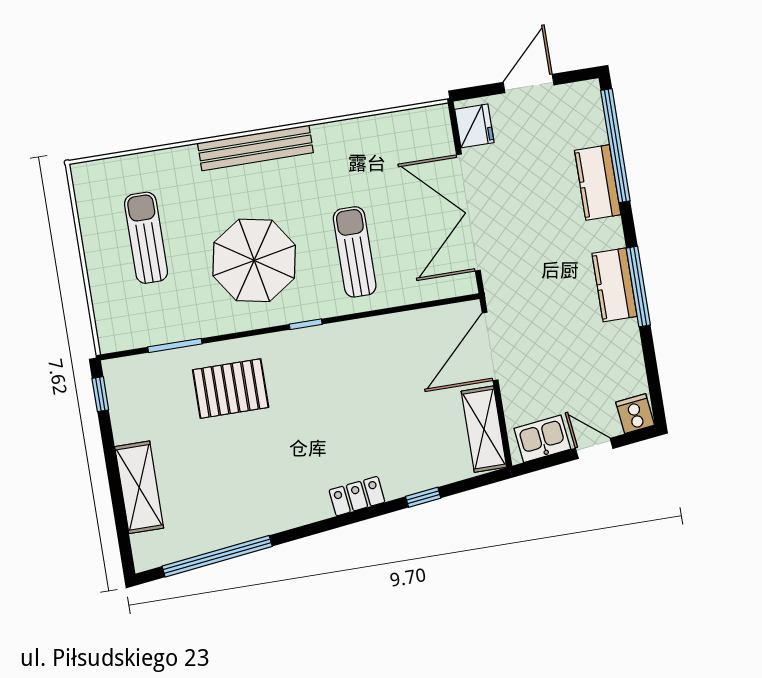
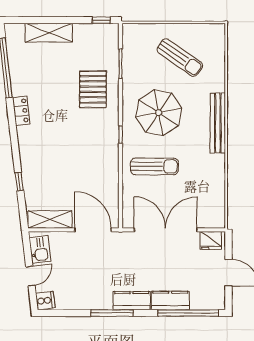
sun lounger: (146, 238) -> (180, 58), turned 35
kitchen counter: (615, 285) -> (132, 301), moved
locker: (357, 496) -> (21, 111), moved

